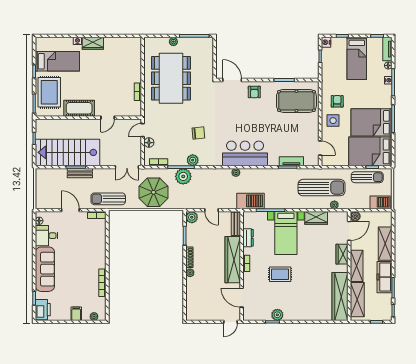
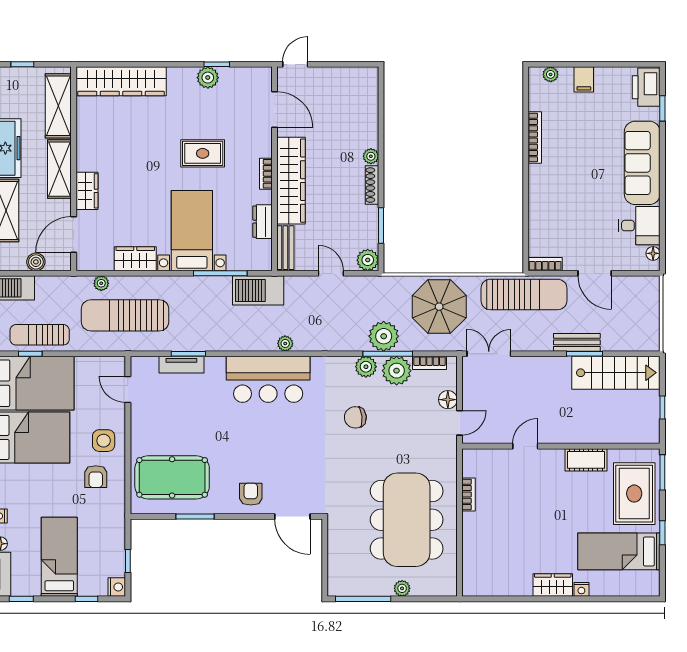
cot: (79, 108) -> (586, 460), width x0.73, depth x0.75
stairs: (68, 152) -> (616, 373), width x0.73, depth x0.66
plant: (176, 158) -> (397, 371), added
sun lounger: (108, 199) -> (524, 294), width x1.36, depth x1.34
boiler: (355, 216) -> (36, 262), moved
wardrobe: (340, 297) -> (121, 81), moved, turned 90

